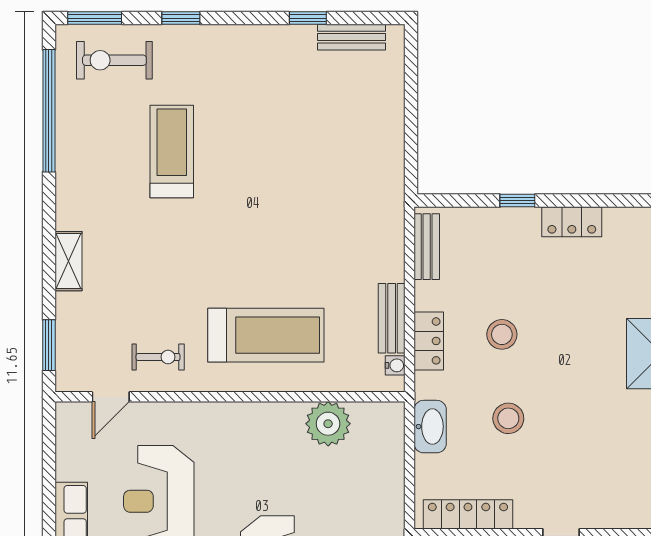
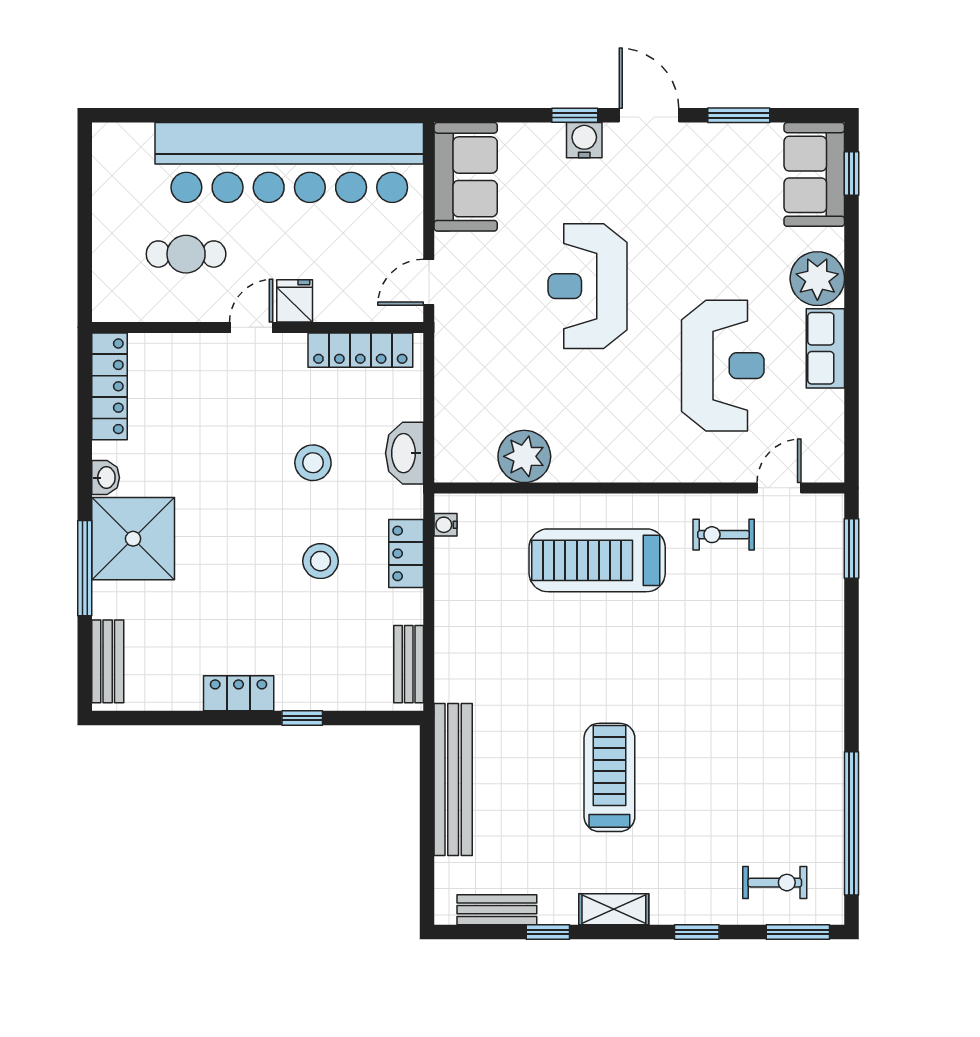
exercise bike: (114, 60) -> (775, 883), width x0.73, depth x0.72
treadmill: (172, 152) -> (609, 777), moved, turned 180
shelving: (68, 261) -> (614, 909), moved, turned 90
bench: (392, 318) -> (453, 779), moved, width x1.86, depth x1.21

